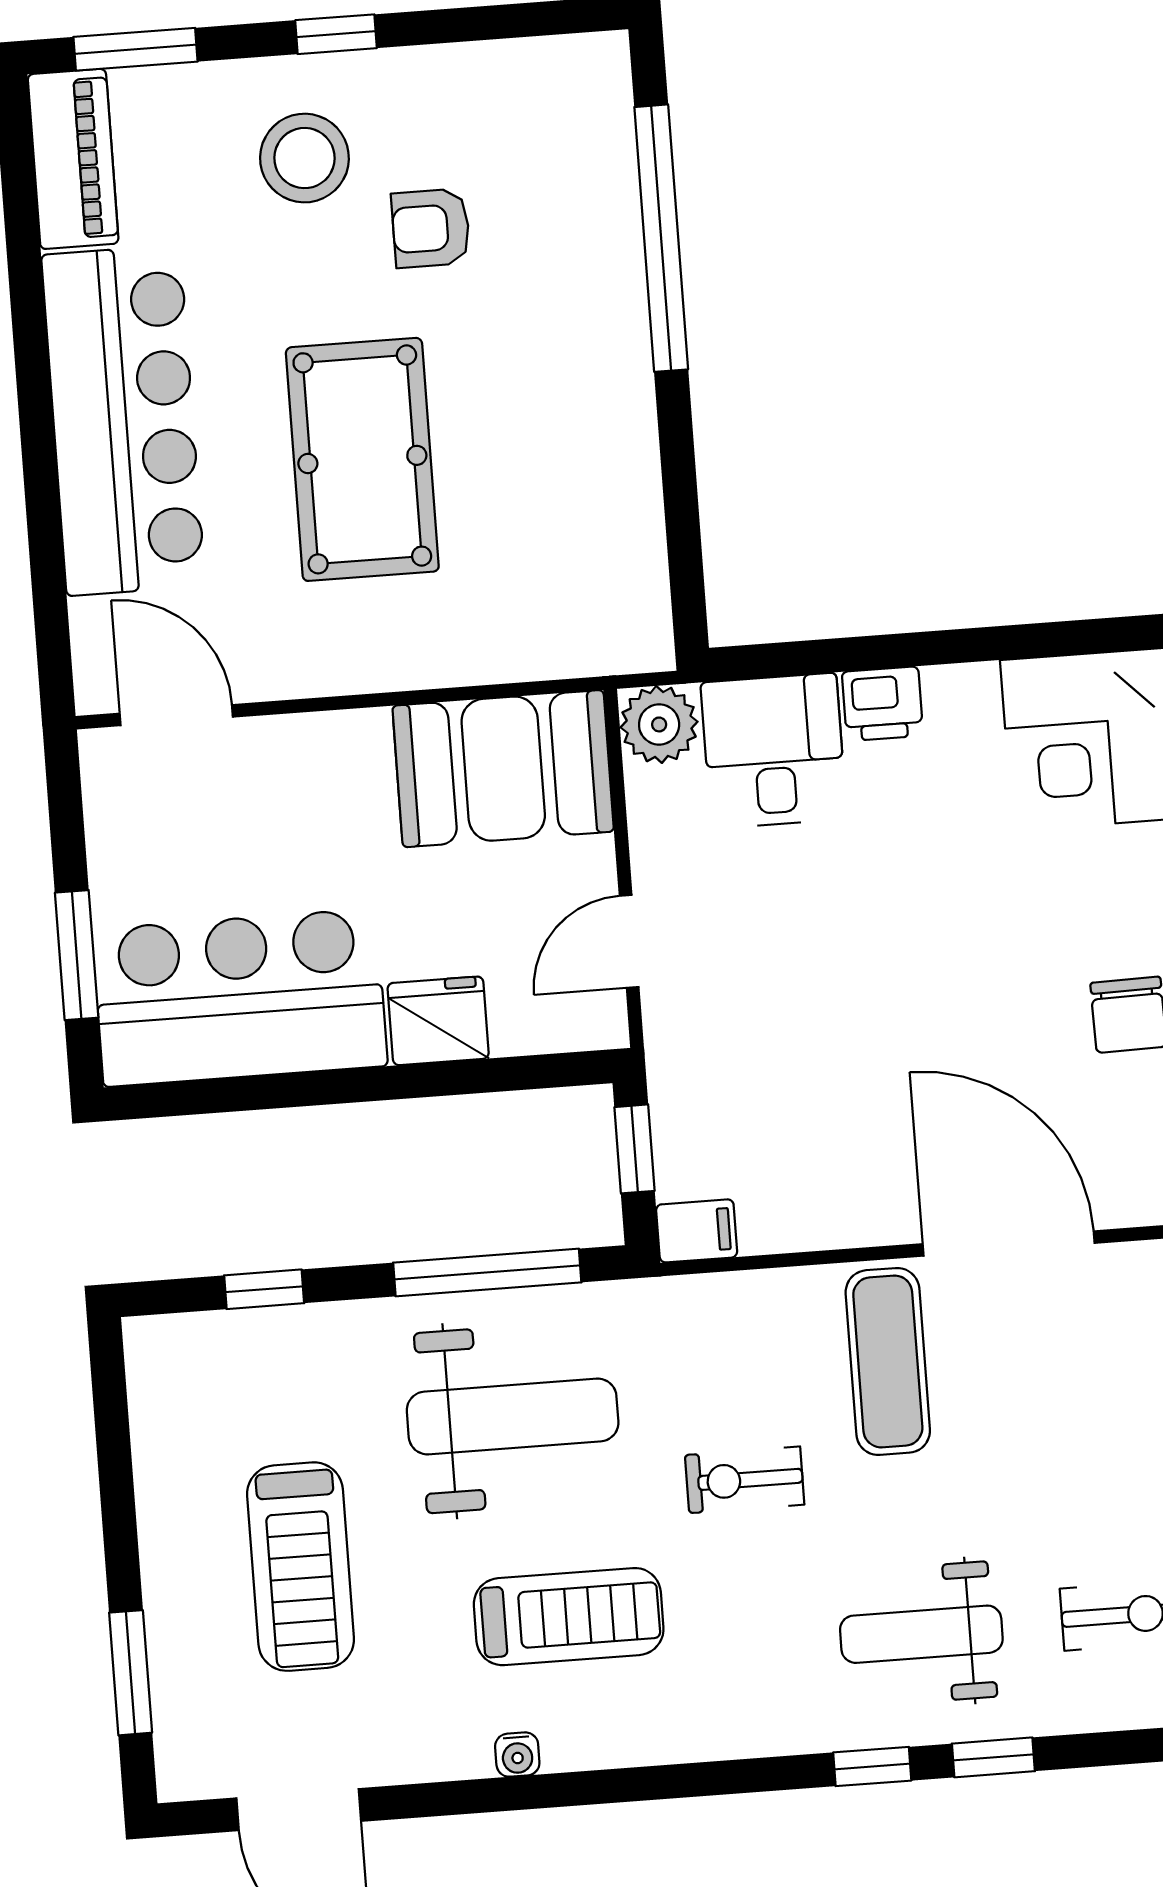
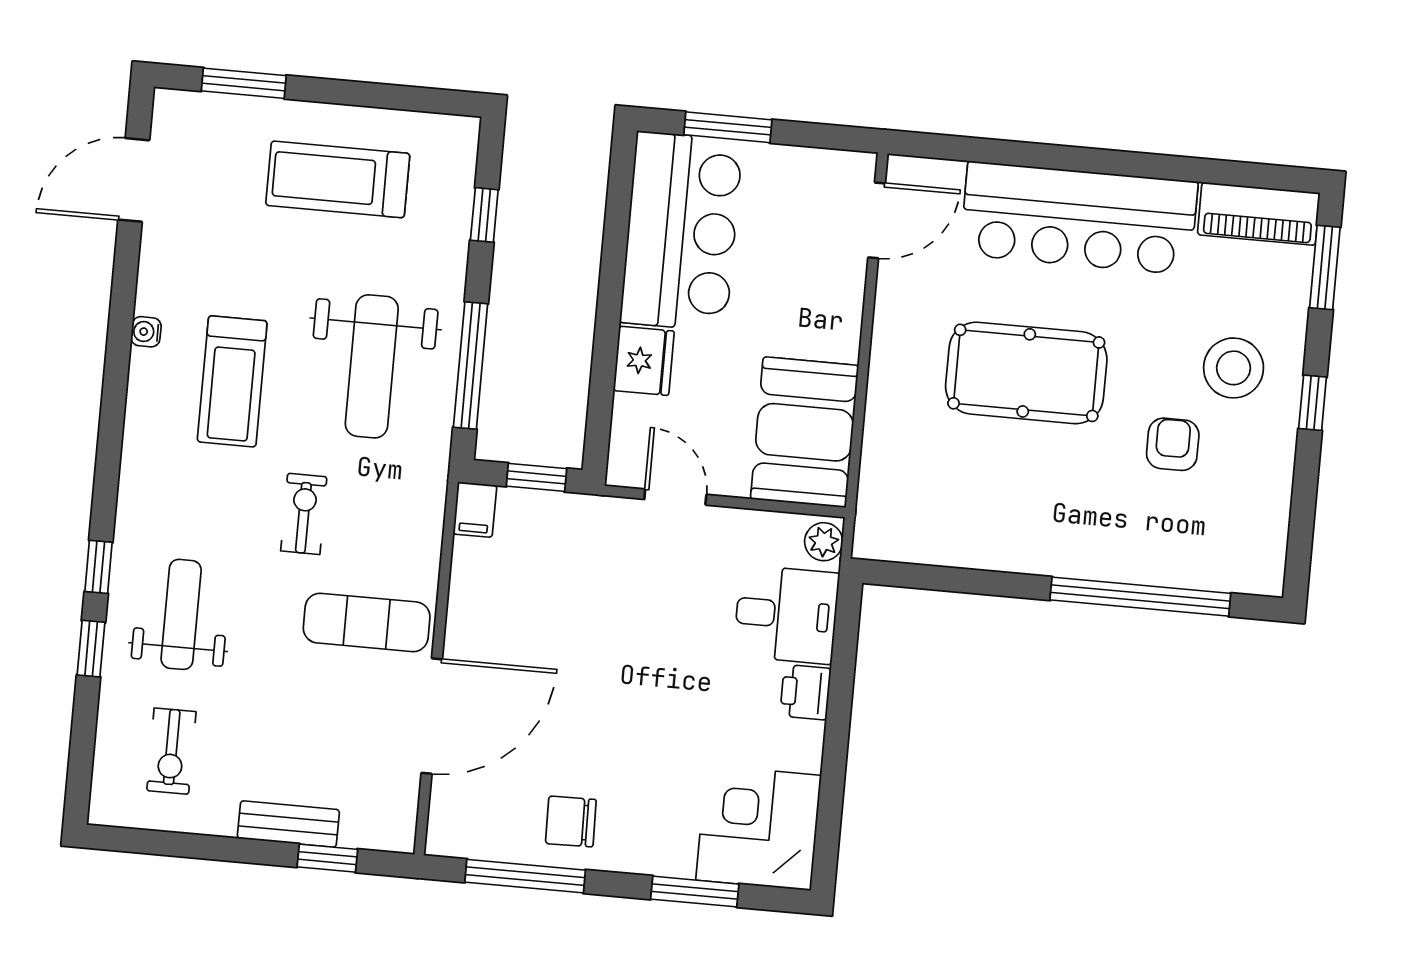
plant: (659, 724) -> (824, 542), width x0.73, depth x0.73
treadmill: (301, 1567) -> (338, 179), moved

